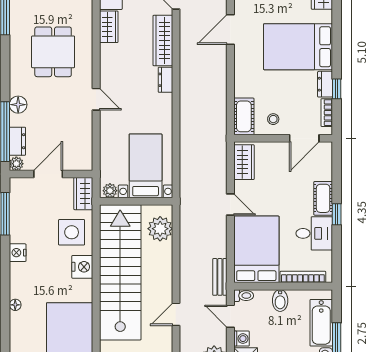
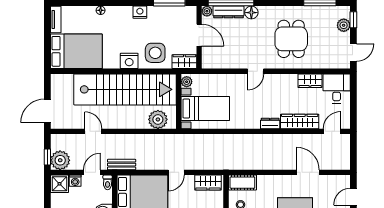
dining table: (53, 52) -> (291, 39), turned 90
dresser: (17, 141) -> (228, 12), width x1.44

